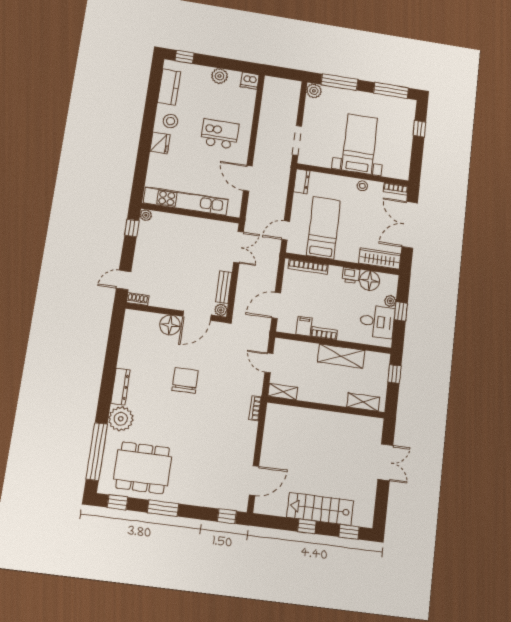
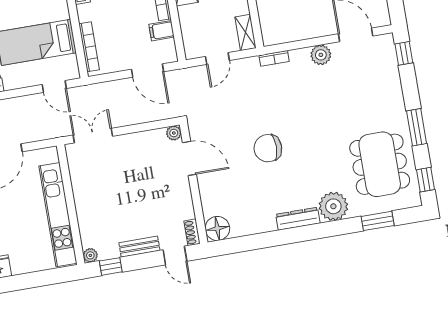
bench: (224, 287) -> (139, 247), moved
floor lamp: (170, 325) -> (217, 228), moved
plant: (247, 447) -> (321, 55), added
window: (97, 452) -> (378, 221), width x0.47

